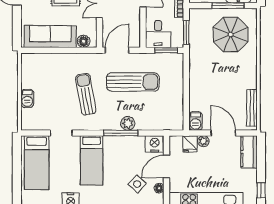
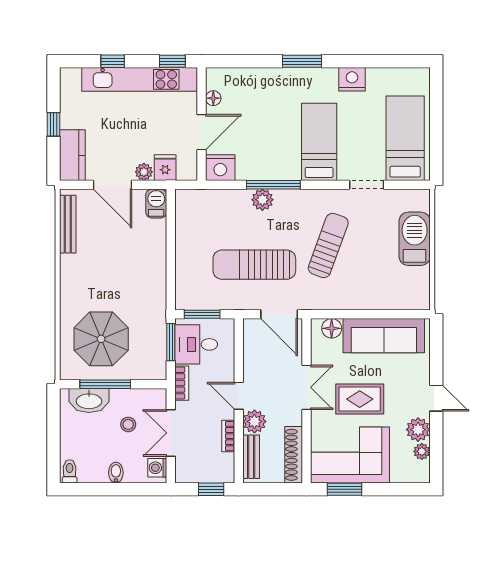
desk: (158, 34) -> (196, 344), moved, turned -90
door: (117, 50) -> (279, 314), hinge flipped
sun lounger: (86, 94) -> (328, 245), turned -150
barbecue: (27, 98) -> (415, 239), width x1.88, depth x1.53
side table: (137, 184) -> (248, 105), removed
window: (261, 190) -> (53, 124), moved

